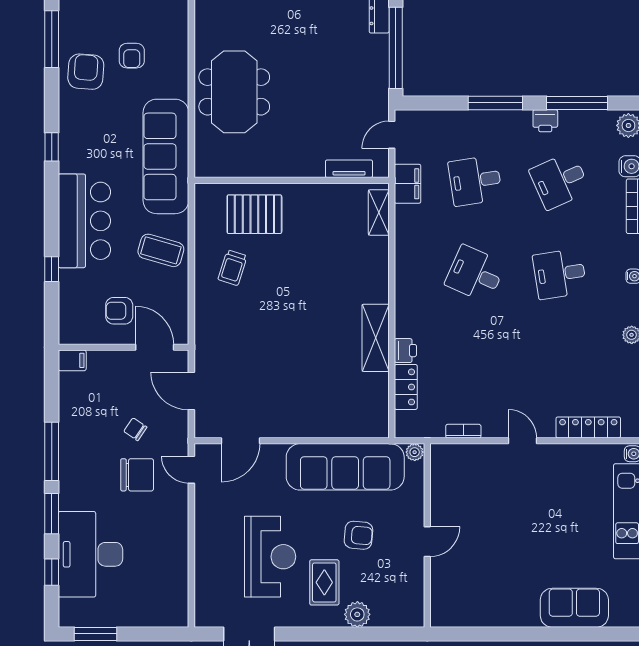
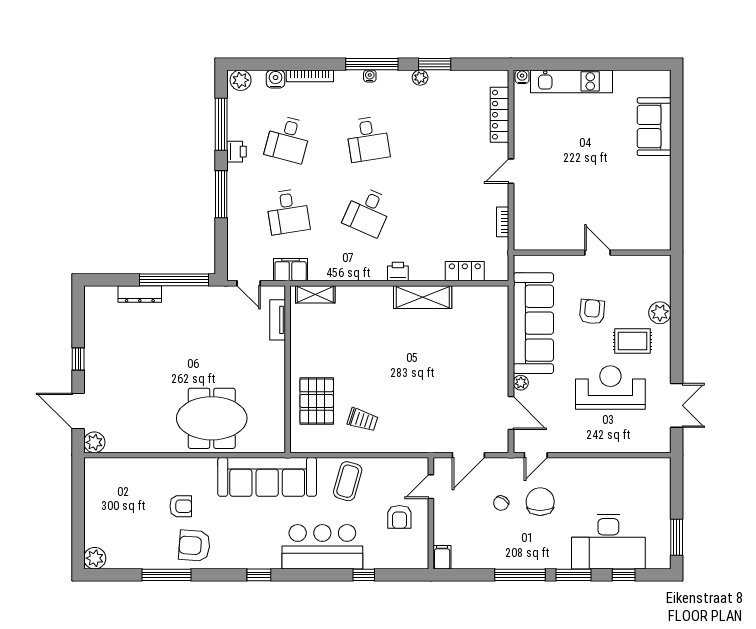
desk: (560, 181) -> (288, 139), turned 39
door: (155, 347) -> (431, 487), width x0.73
printer: (405, 351) -> (398, 272), moved
plant: (415, 452) -> (521, 383), moved

